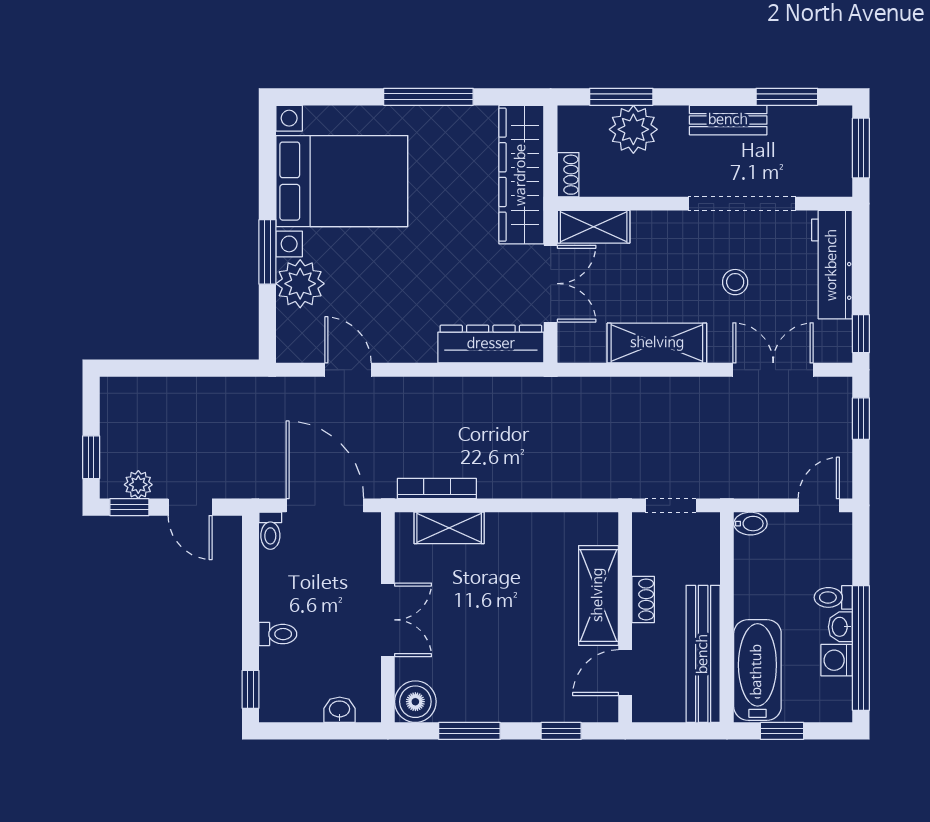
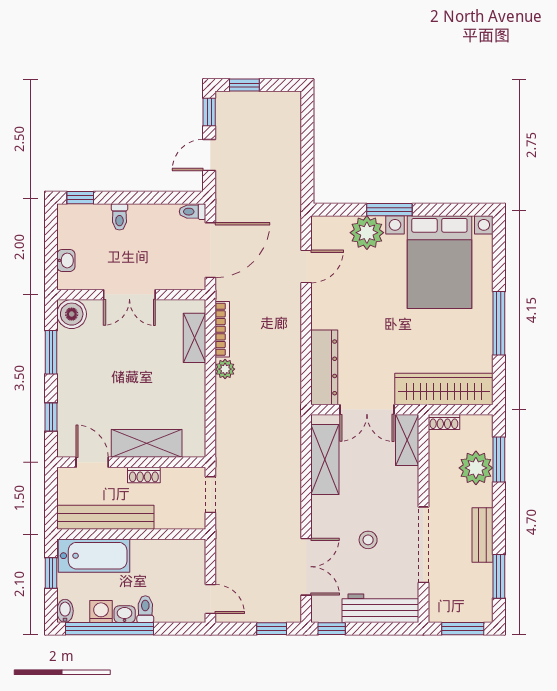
shelving: (657, 343) -> (325, 459), moved
plant: (138, 485) -> (225, 369), moved
bidet: (750, 524) -> (65, 611), moved, turned 180

